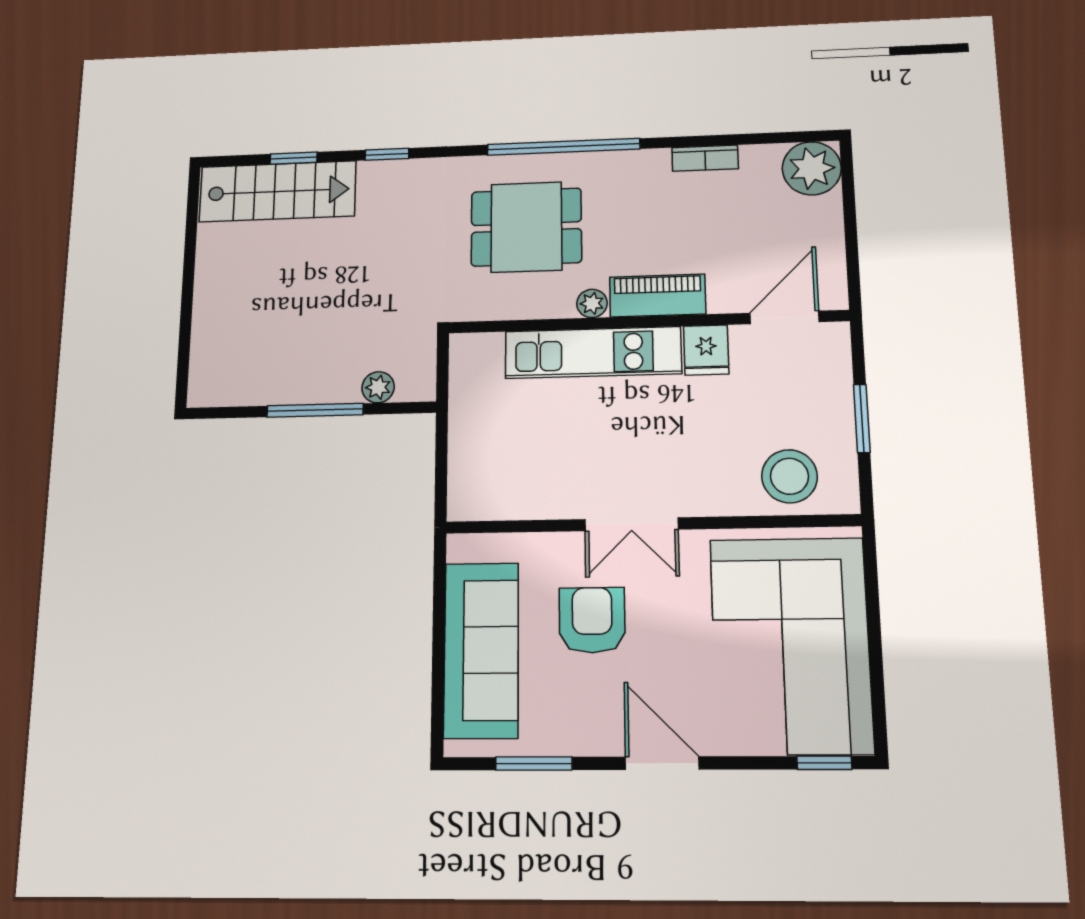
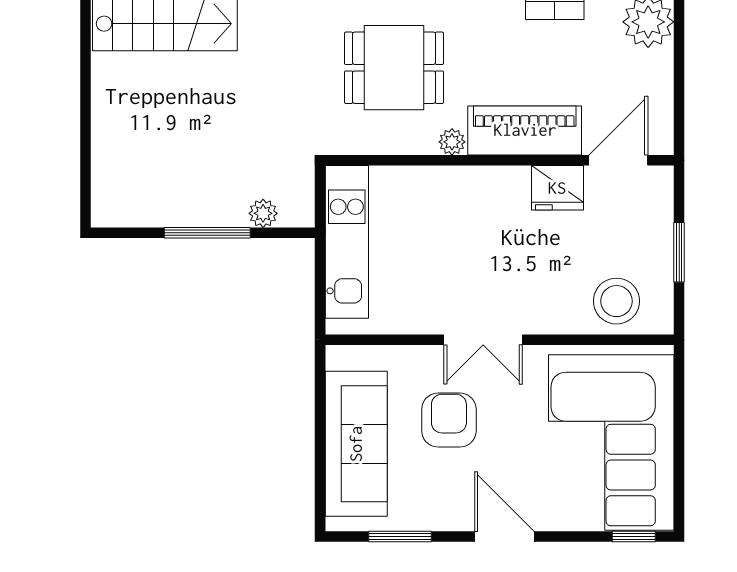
piano: (658, 296) -> (525, 130), width x1.37, depth x1.33
fridge: (706, 350) -> (557, 188), width x1.38
kitchen unit: (593, 352) -> (347, 242), moved, turned -90

